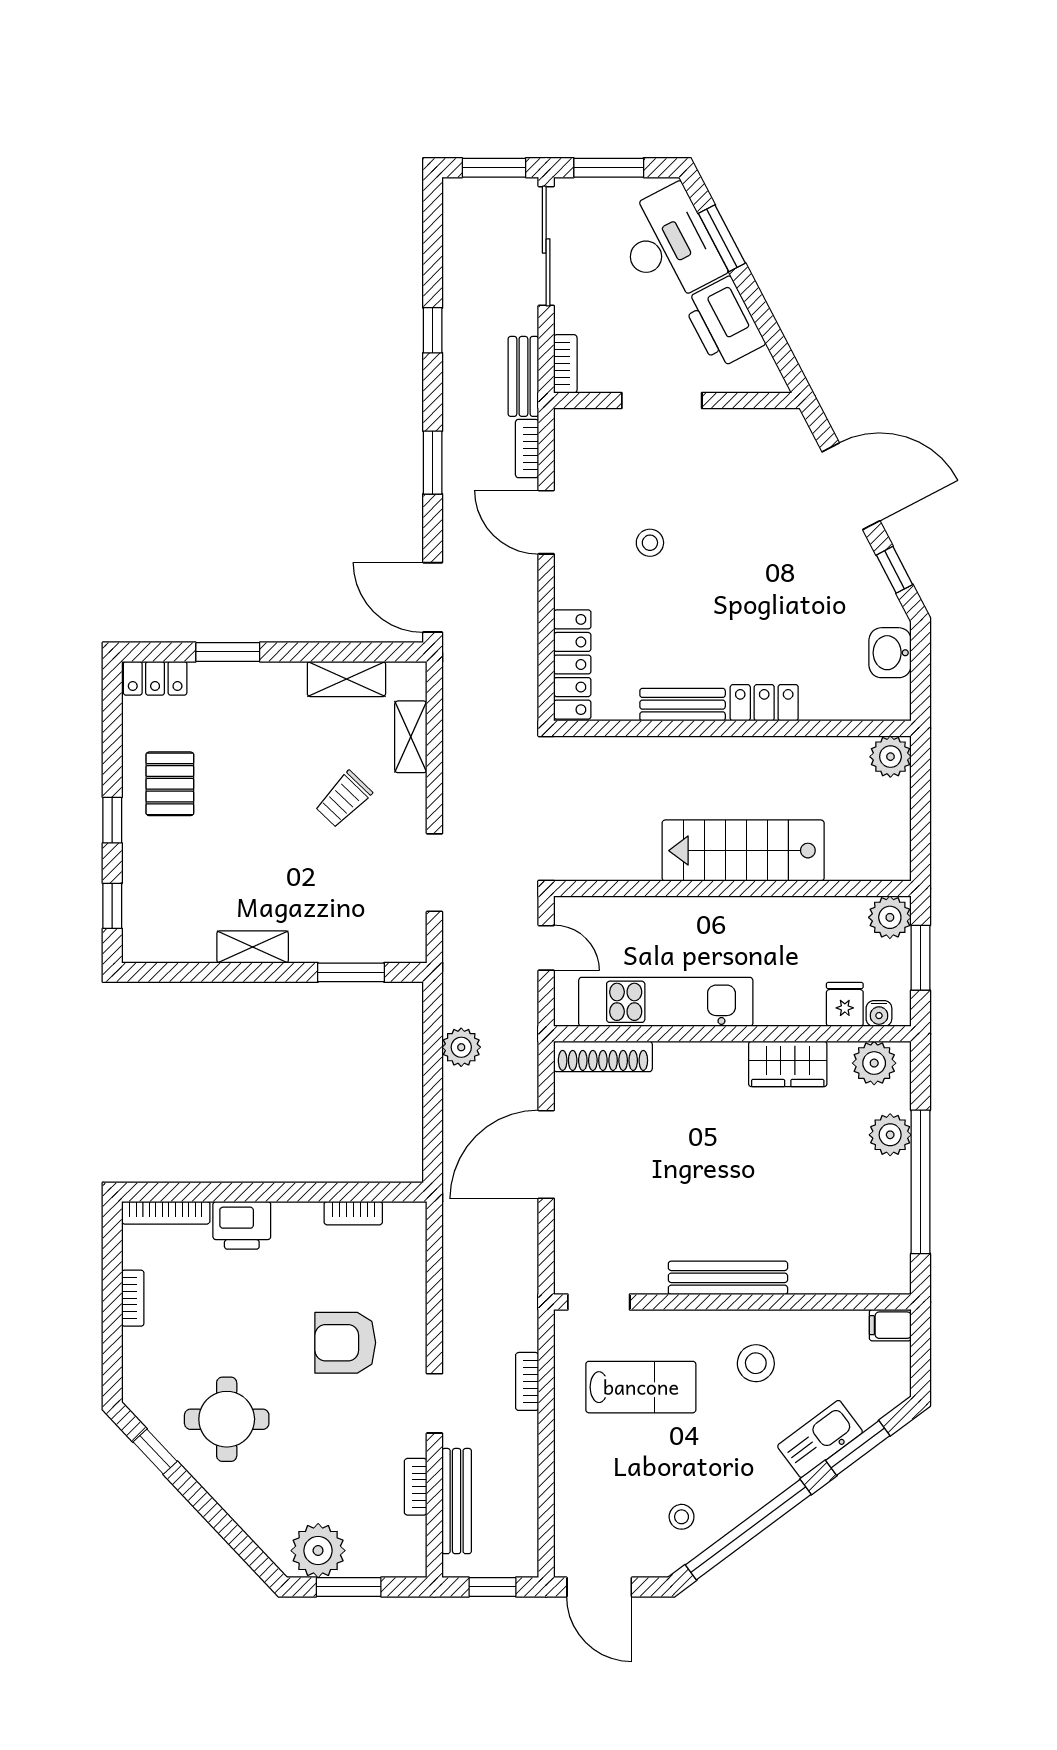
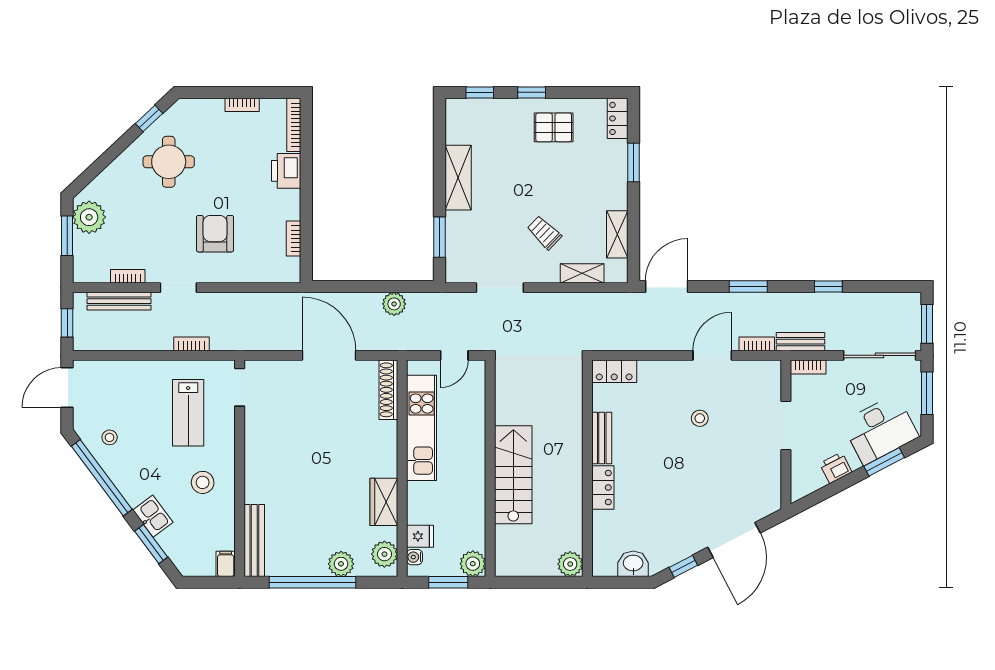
printer: (724, 322) -> (836, 468), width x0.53, depth x0.68
locker: (572, 665) -> (614, 371), width x0.66
shelving: (253, 947) -> (458, 178), width x1.50, depth x1.33
bench: (728, 1278) -> (254, 540), moved
kitchen sink: (820, 1439) -> (153, 516), width x0.73

